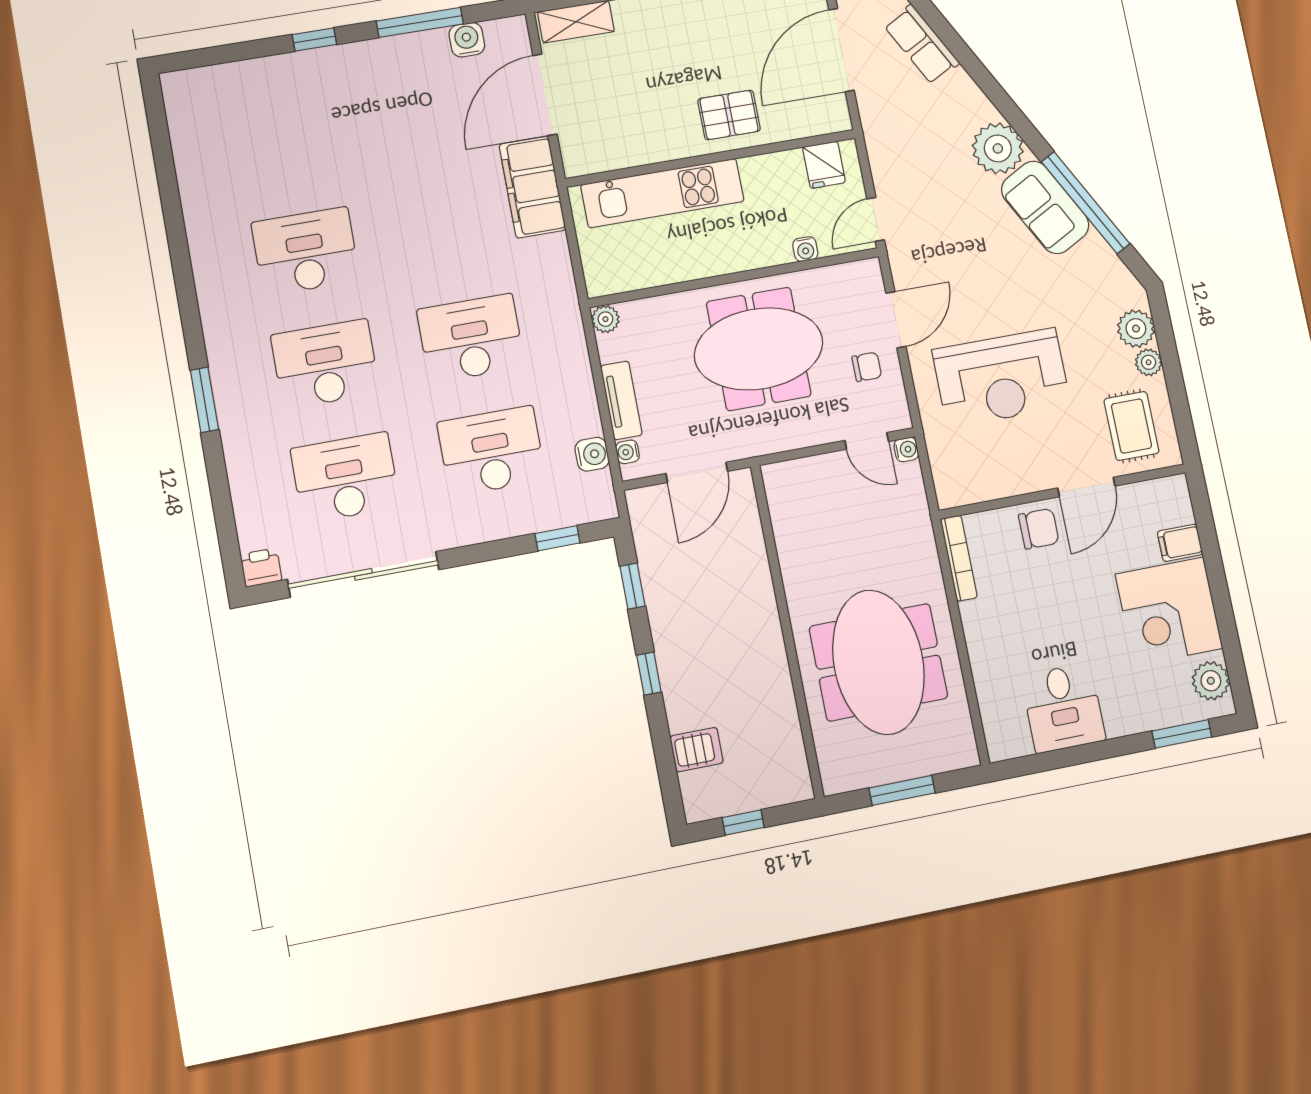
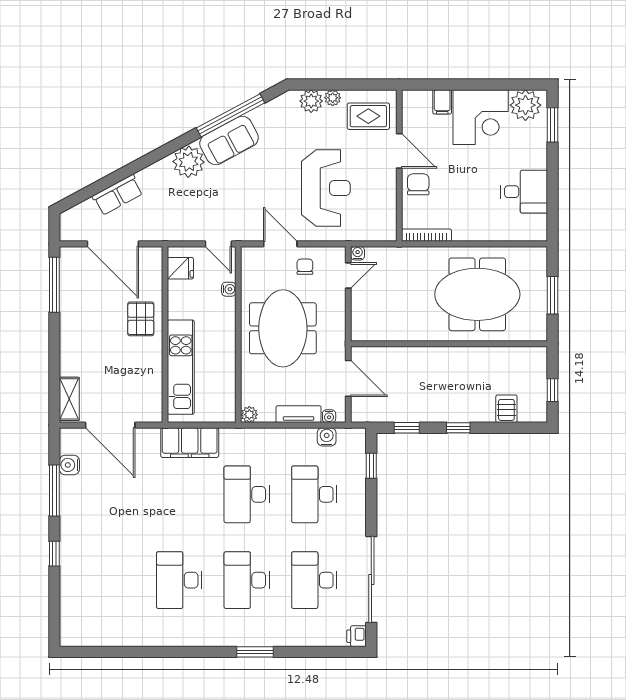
filing cabinet: (532, 187) -> (190, 443), moved
plant: (1211, 681) -> (525, 105), width x1.36, depth x1.36

